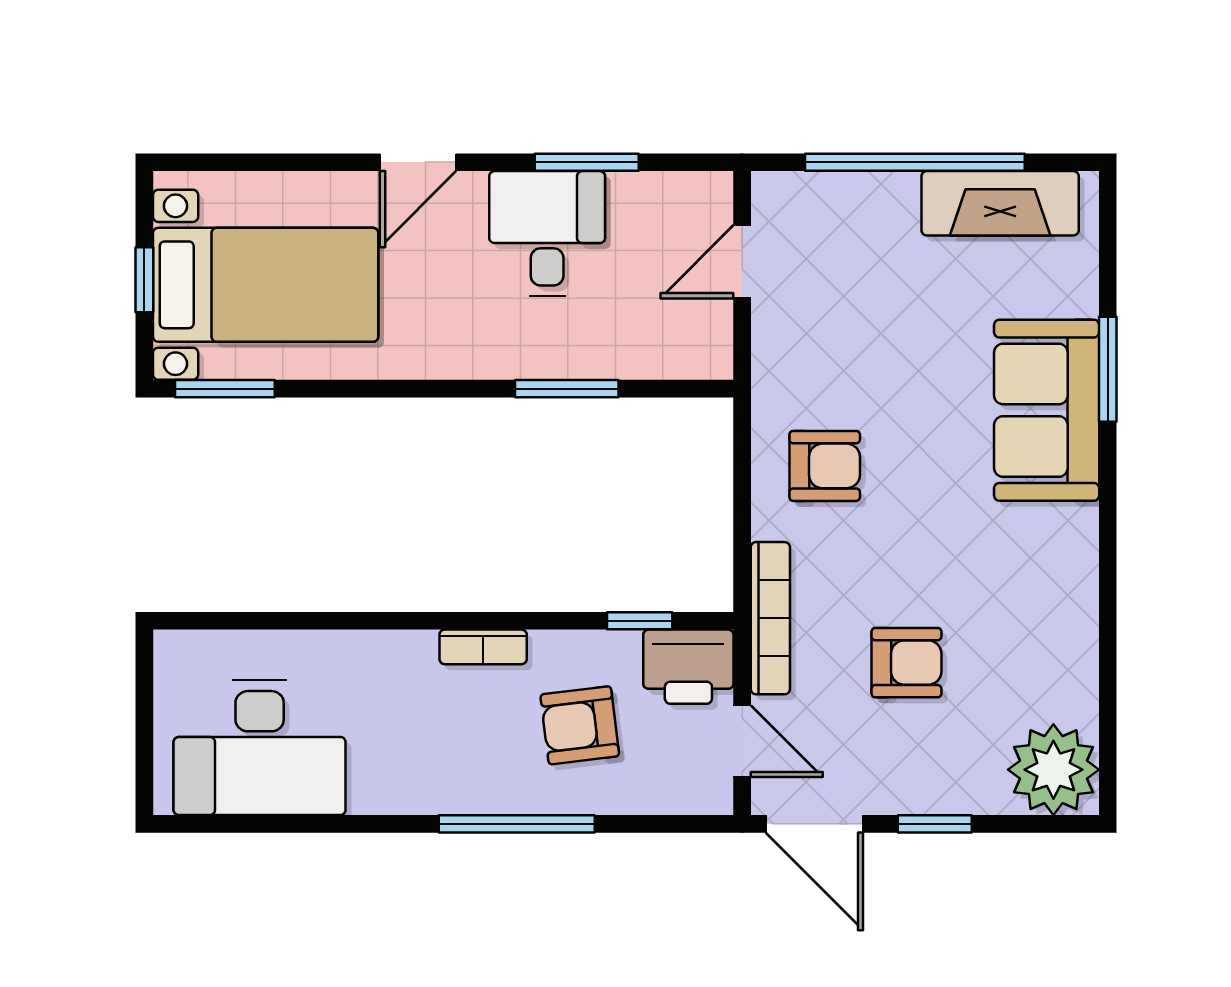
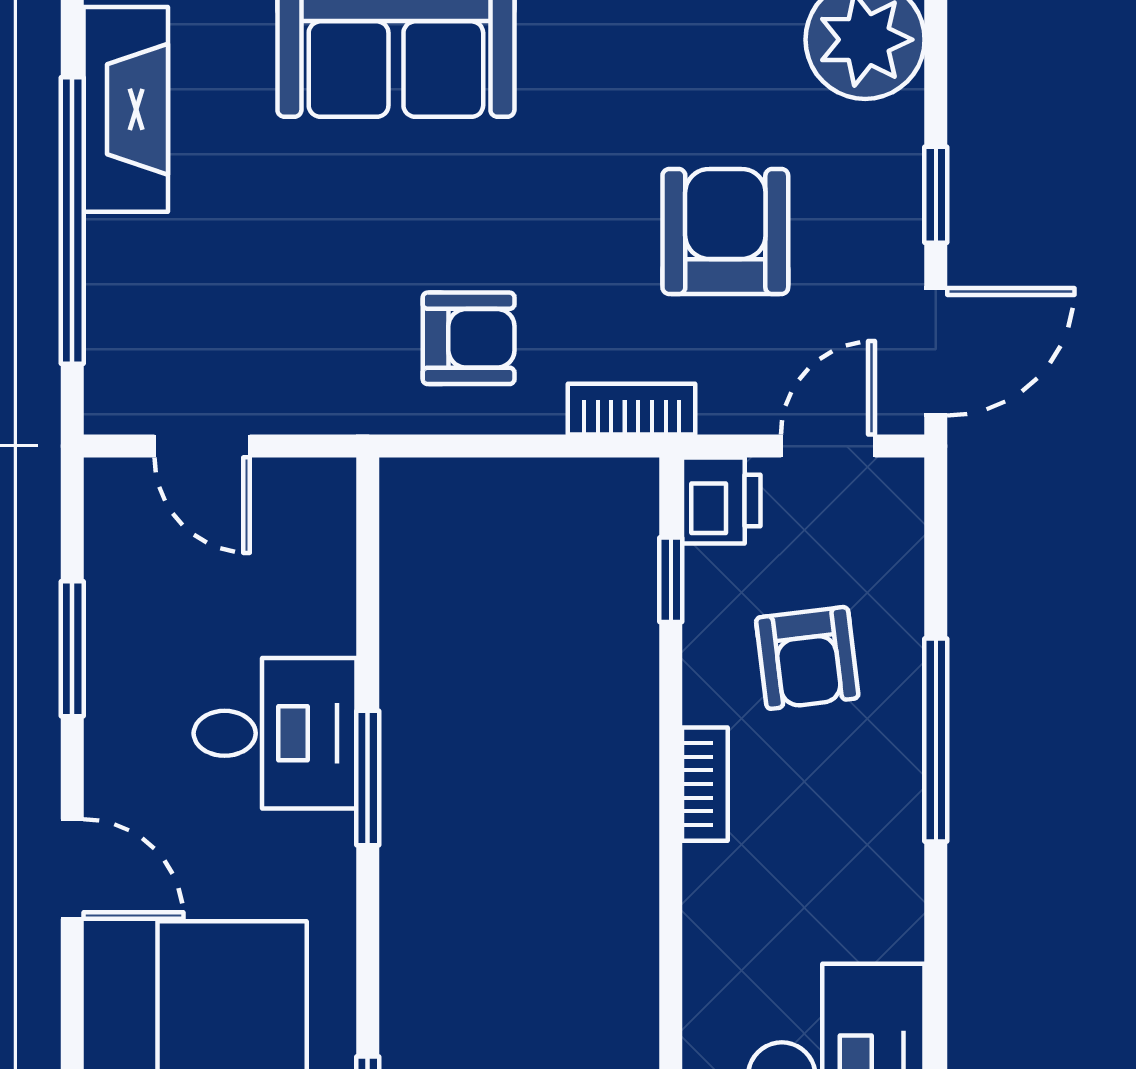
desk: (547, 233) -> (275, 733), moved, turned 180
window: (567, 389) -> (368, 778), moved
armchair: (825, 466) -> (469, 338), turned 90
bookcase: (770, 618) -> (632, 409), width x0.64
armchair: (906, 663) -> (725, 231), width x1.38, depth x1.38
printer: (688, 667) -> (721, 500), width x0.73, depth x0.81

